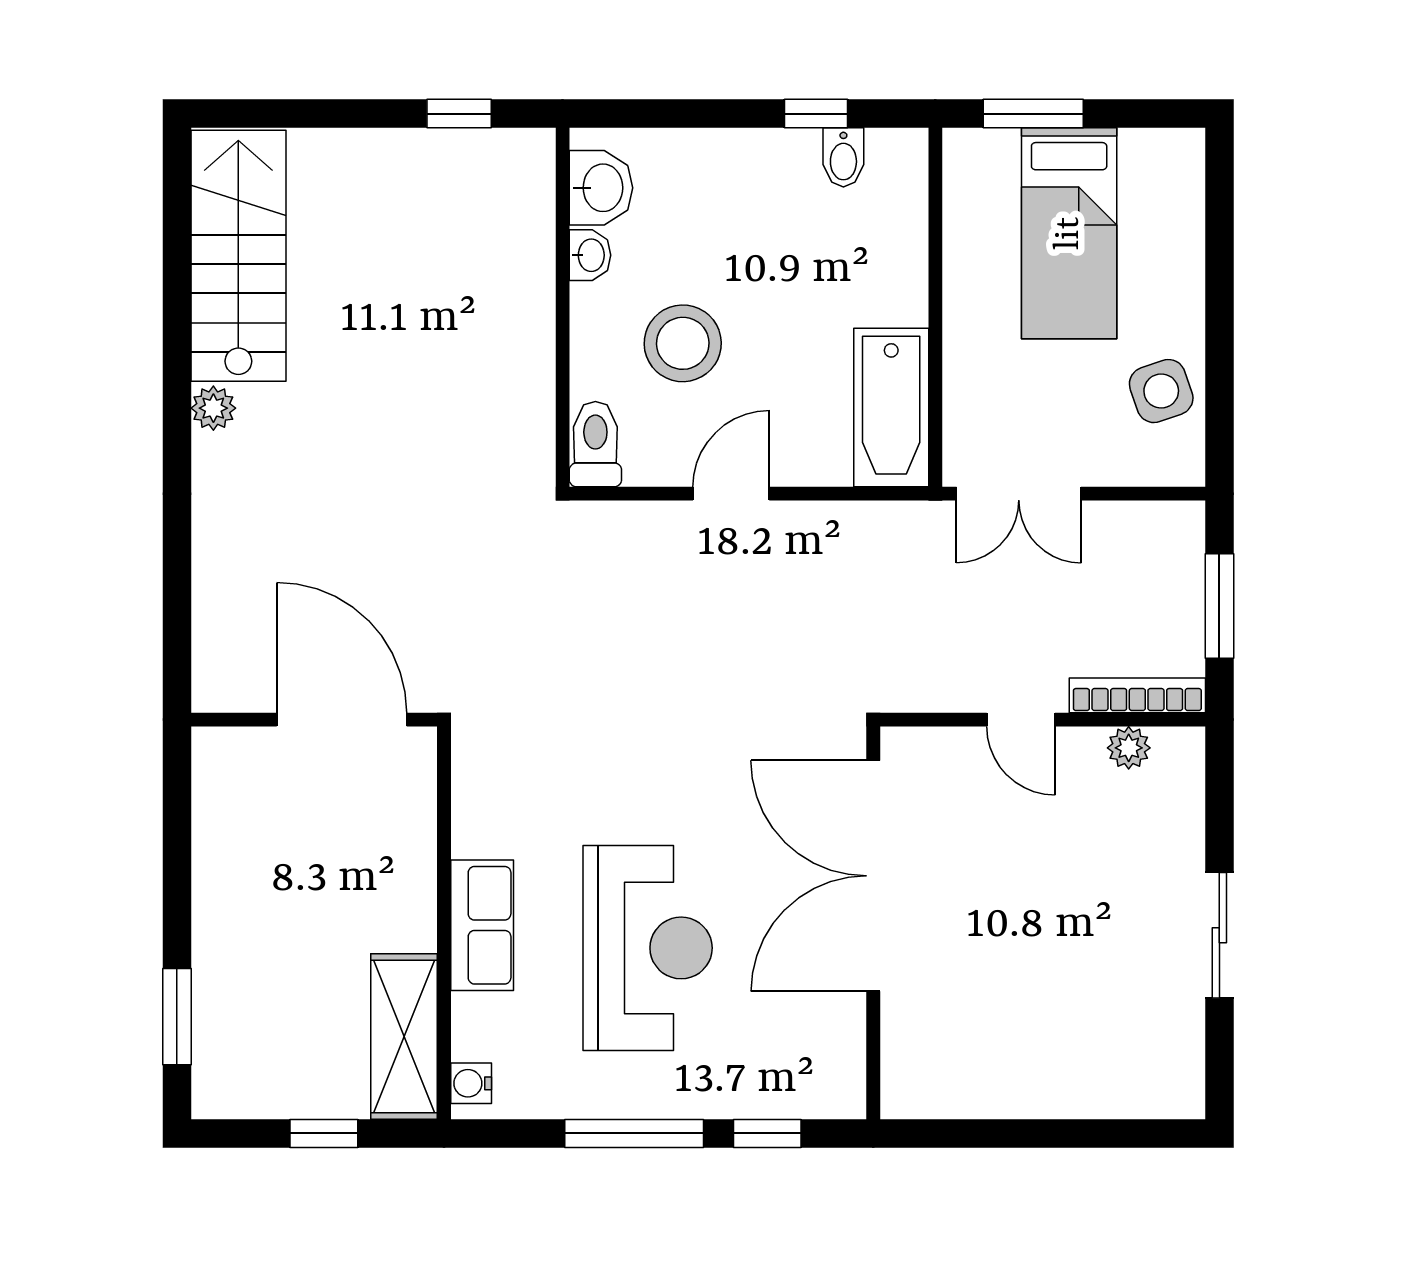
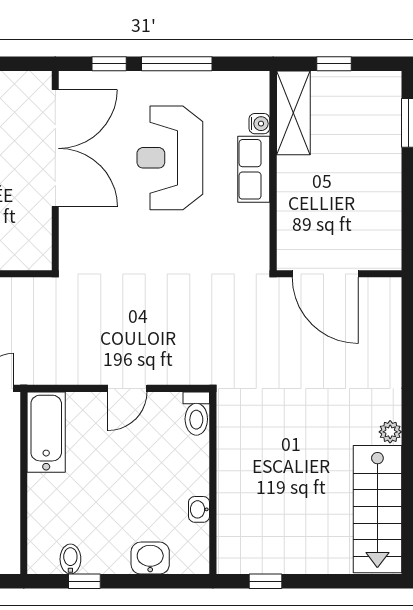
washbasin: (601, 188) -> (150, 558), moved, turned 90
stool: (683, 343) -> (152, 465), removed
double door: (873, 876) -> (55, 148), moved
water cooler: (471, 1083) -> (259, 124), moved

